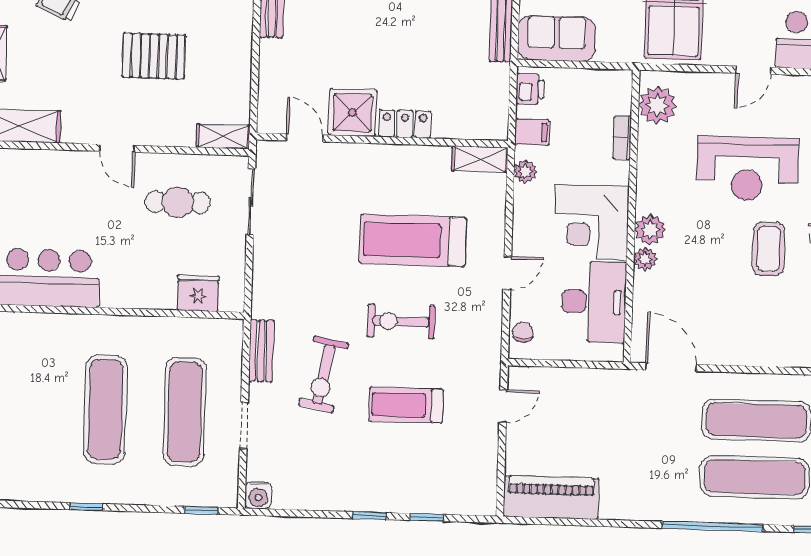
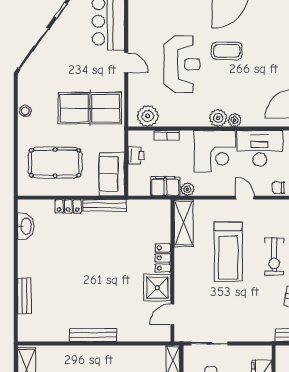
printer: (530, 89) -> (136, 156), moved, turned 90
filing cabinet: (532, 132) -> (165, 186), width x2.00
shelving: (480, 159) -> (184, 223), width x1.50, depth x1.33

